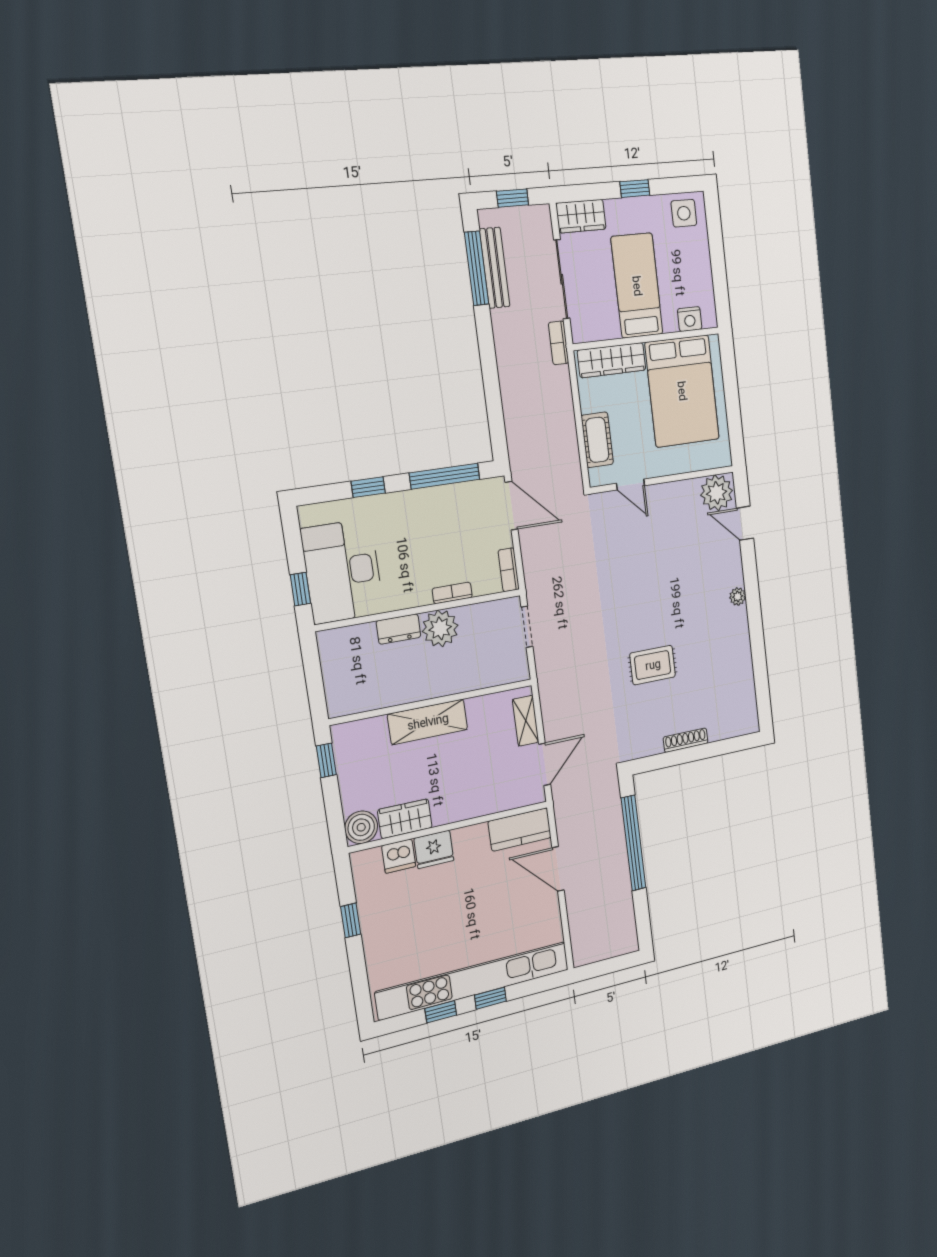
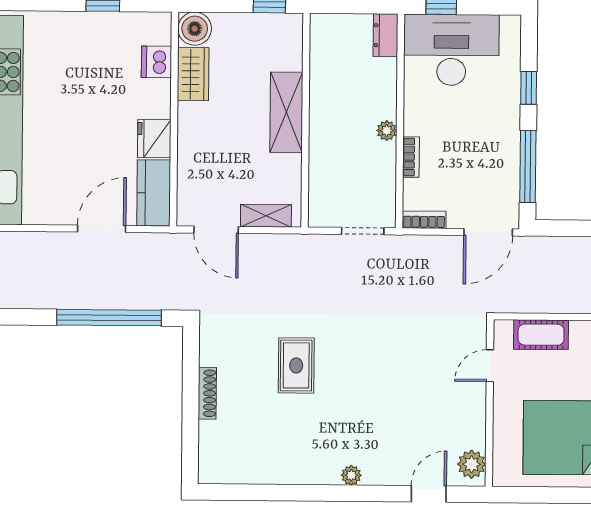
plant: (717, 493) -> (472, 464), width x0.73, depth x0.73
plant: (440, 628) -> (387, 131), width x0.53, depth x0.53
dresser: (399, 629) -> (385, 35), moved
fridge: (434, 849) -> (154, 139), moved

